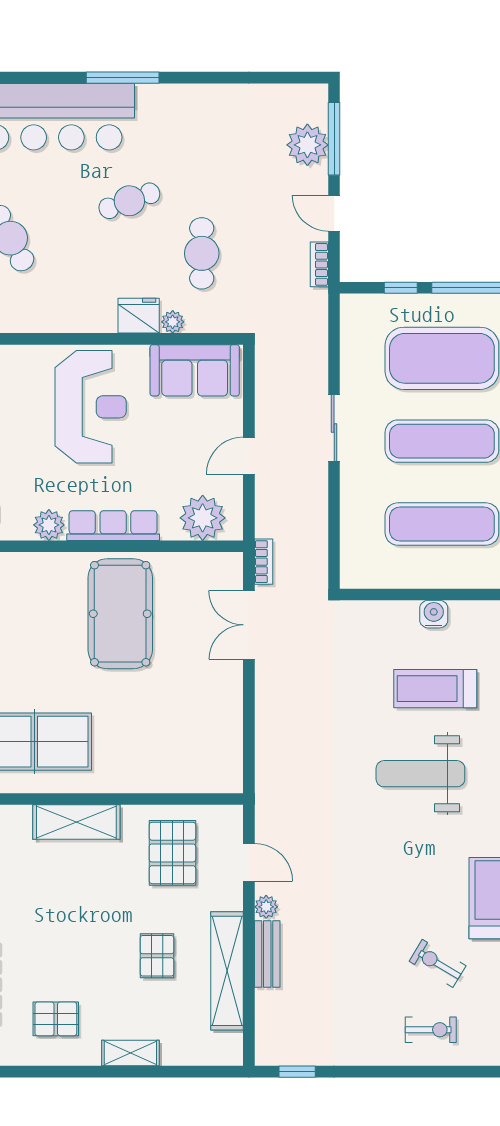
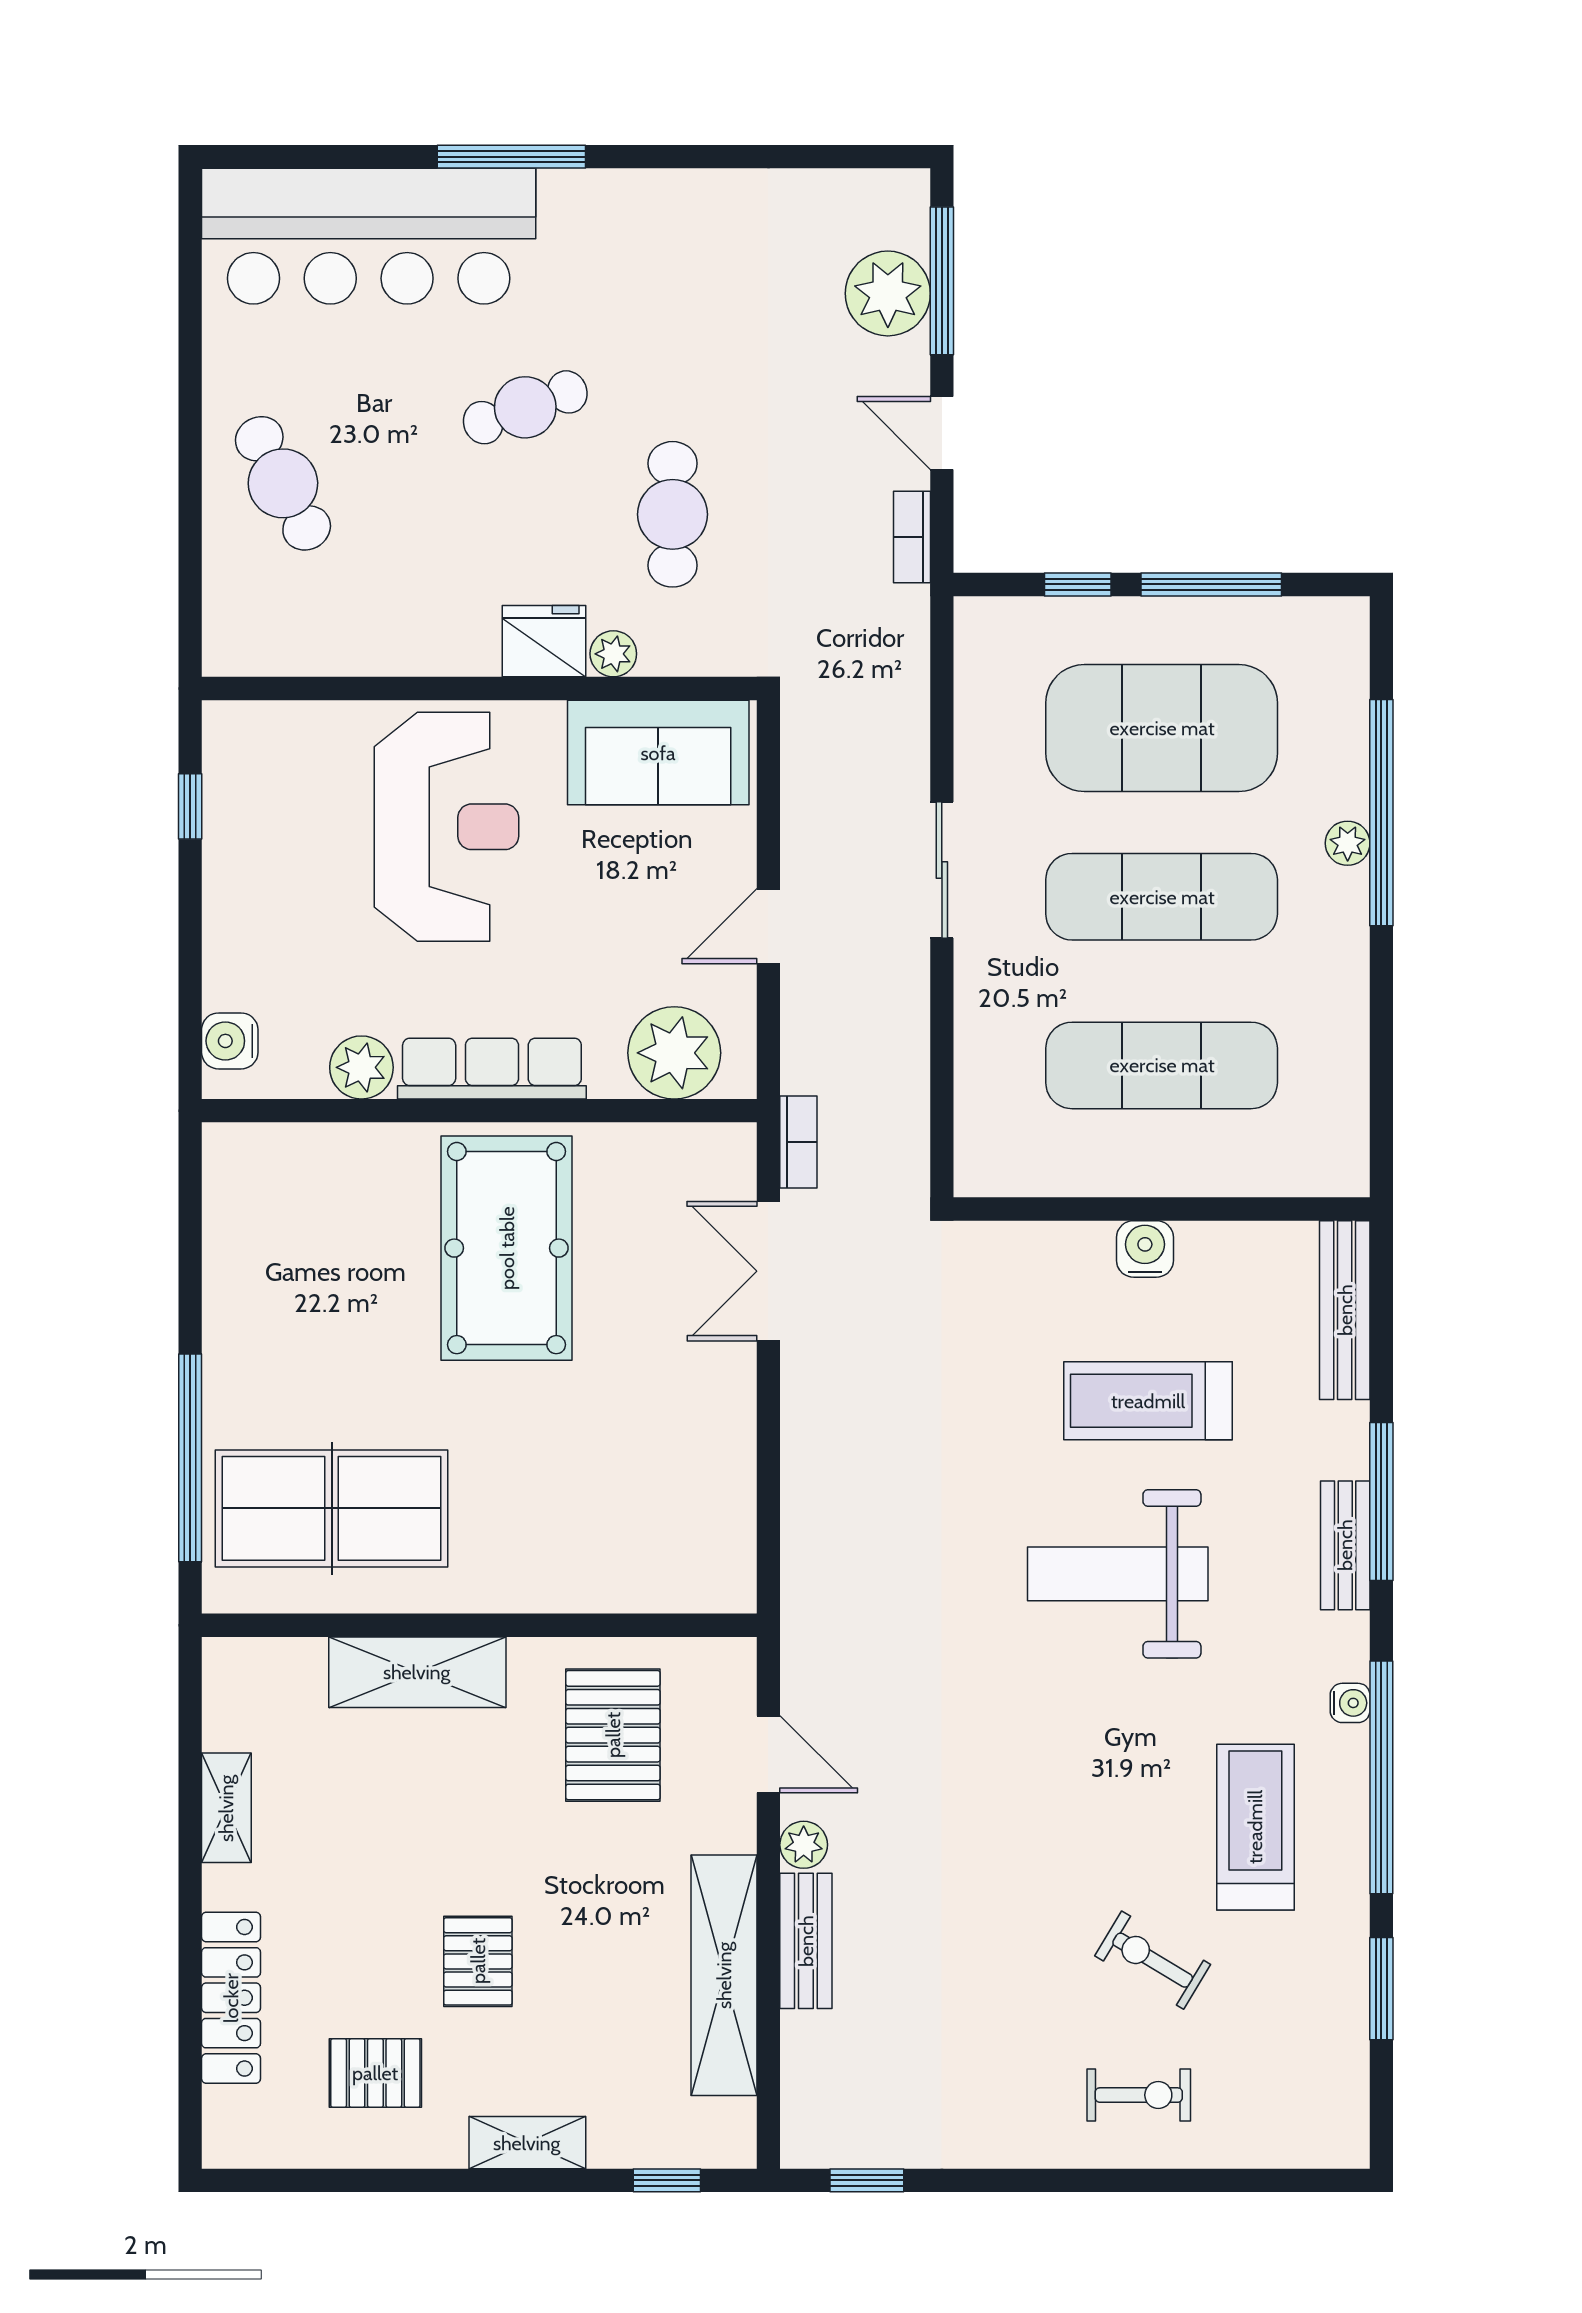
pallet: (157, 956) -> (478, 1961), moved
window: (199, 1072) -> (667, 2180), added

